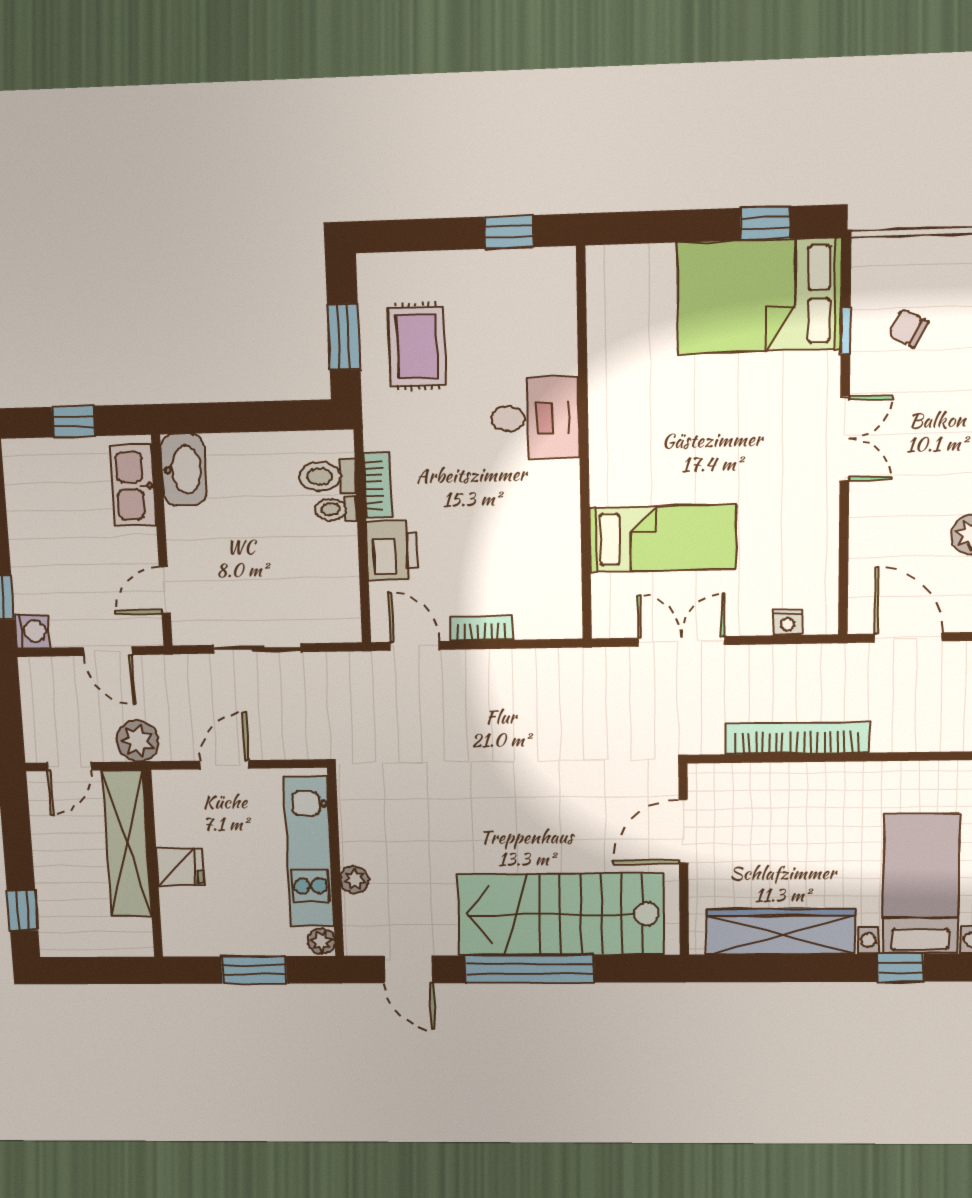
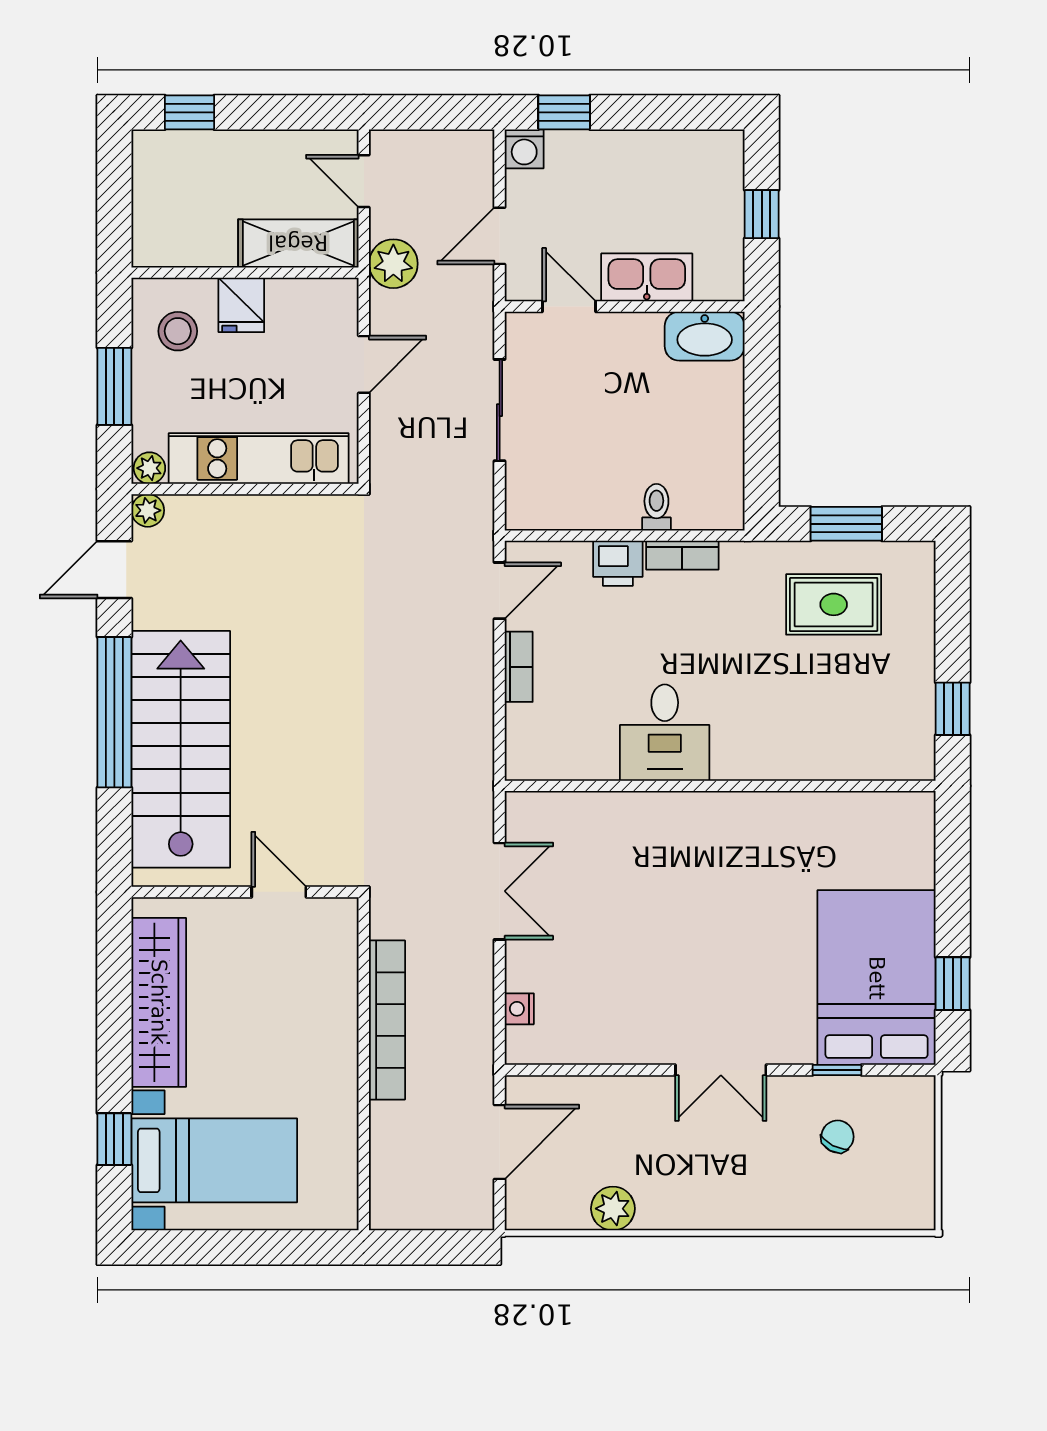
desk: (535, 418) -> (665, 733), moved
toilet: (327, 476) -> (693, 499), removed
kitchen sink: (133, 486) -> (647, 277), moved
bed: (663, 538) -> (616, 871), removed
printer: (392, 550) -> (618, 563), width x0.73, depth x0.81
door: (224, 765) -> (364, 364), hinge flipped
door: (683, 831) -> (279, 892), width x0.73
shelving: (127, 844) -> (298, 243), width x0.68
plant: (355, 880) -> (148, 510), moved
stool: (205, 919) -> (178, 331), added

